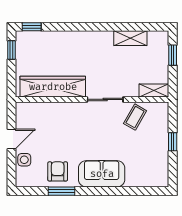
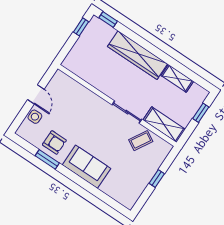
wardrobe: (53, 87) -> (138, 55), moved, turned 180
shelving: (154, 90) -> (164, 125), width x1.50, depth x1.33
door: (11, 139) -> (36, 94), hinge flipped
armchair: (58, 171) -> (54, 142), turned 90

